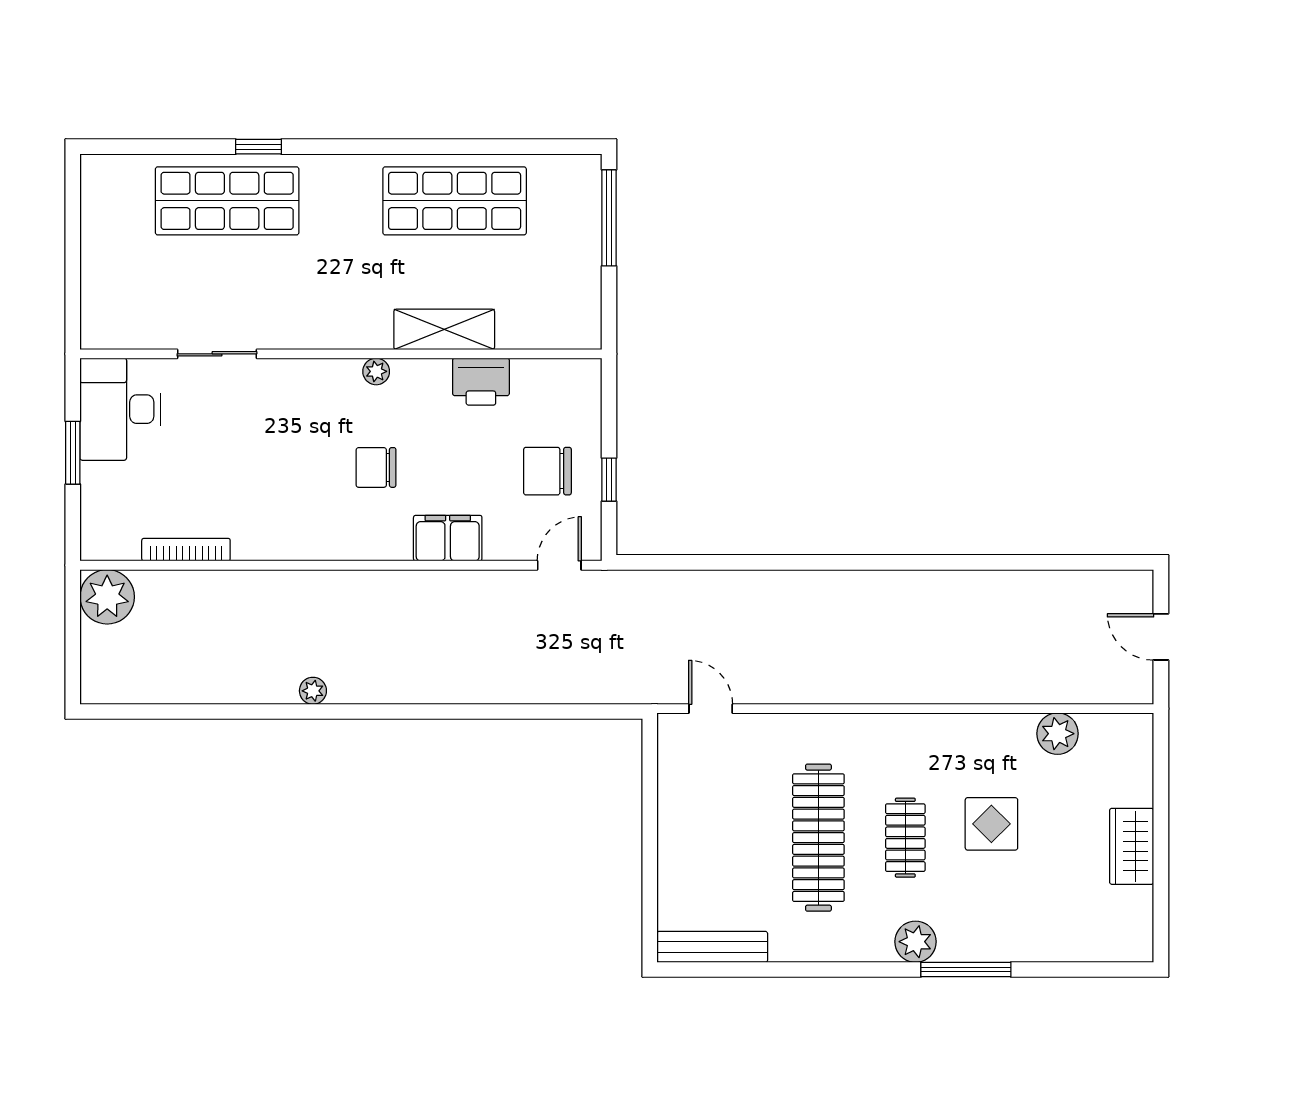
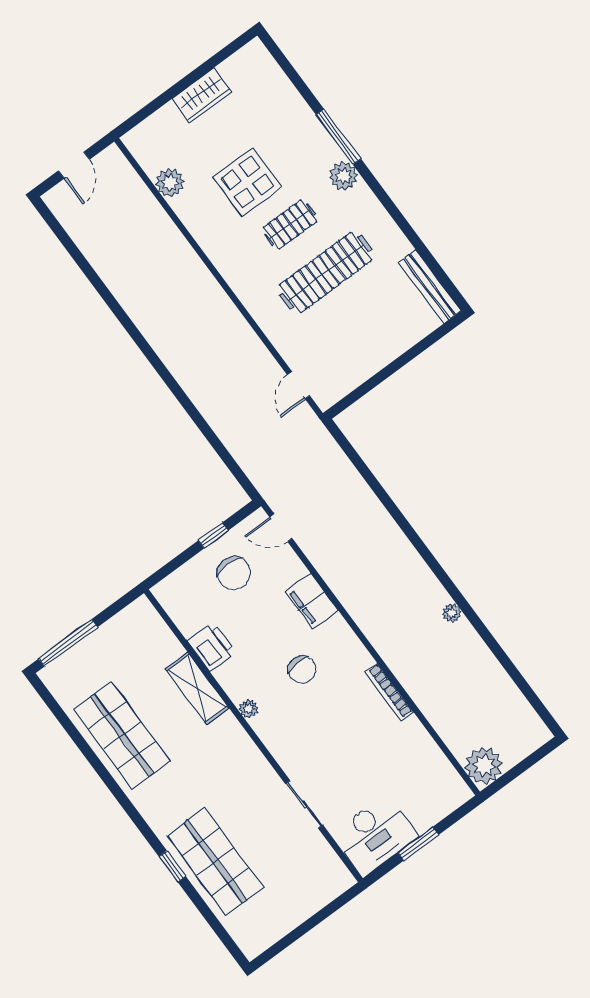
bookcase: (186, 550) -> (389, 692), moved
display table: (991, 824) -> (247, 182), width x1.36, depth x1.36

